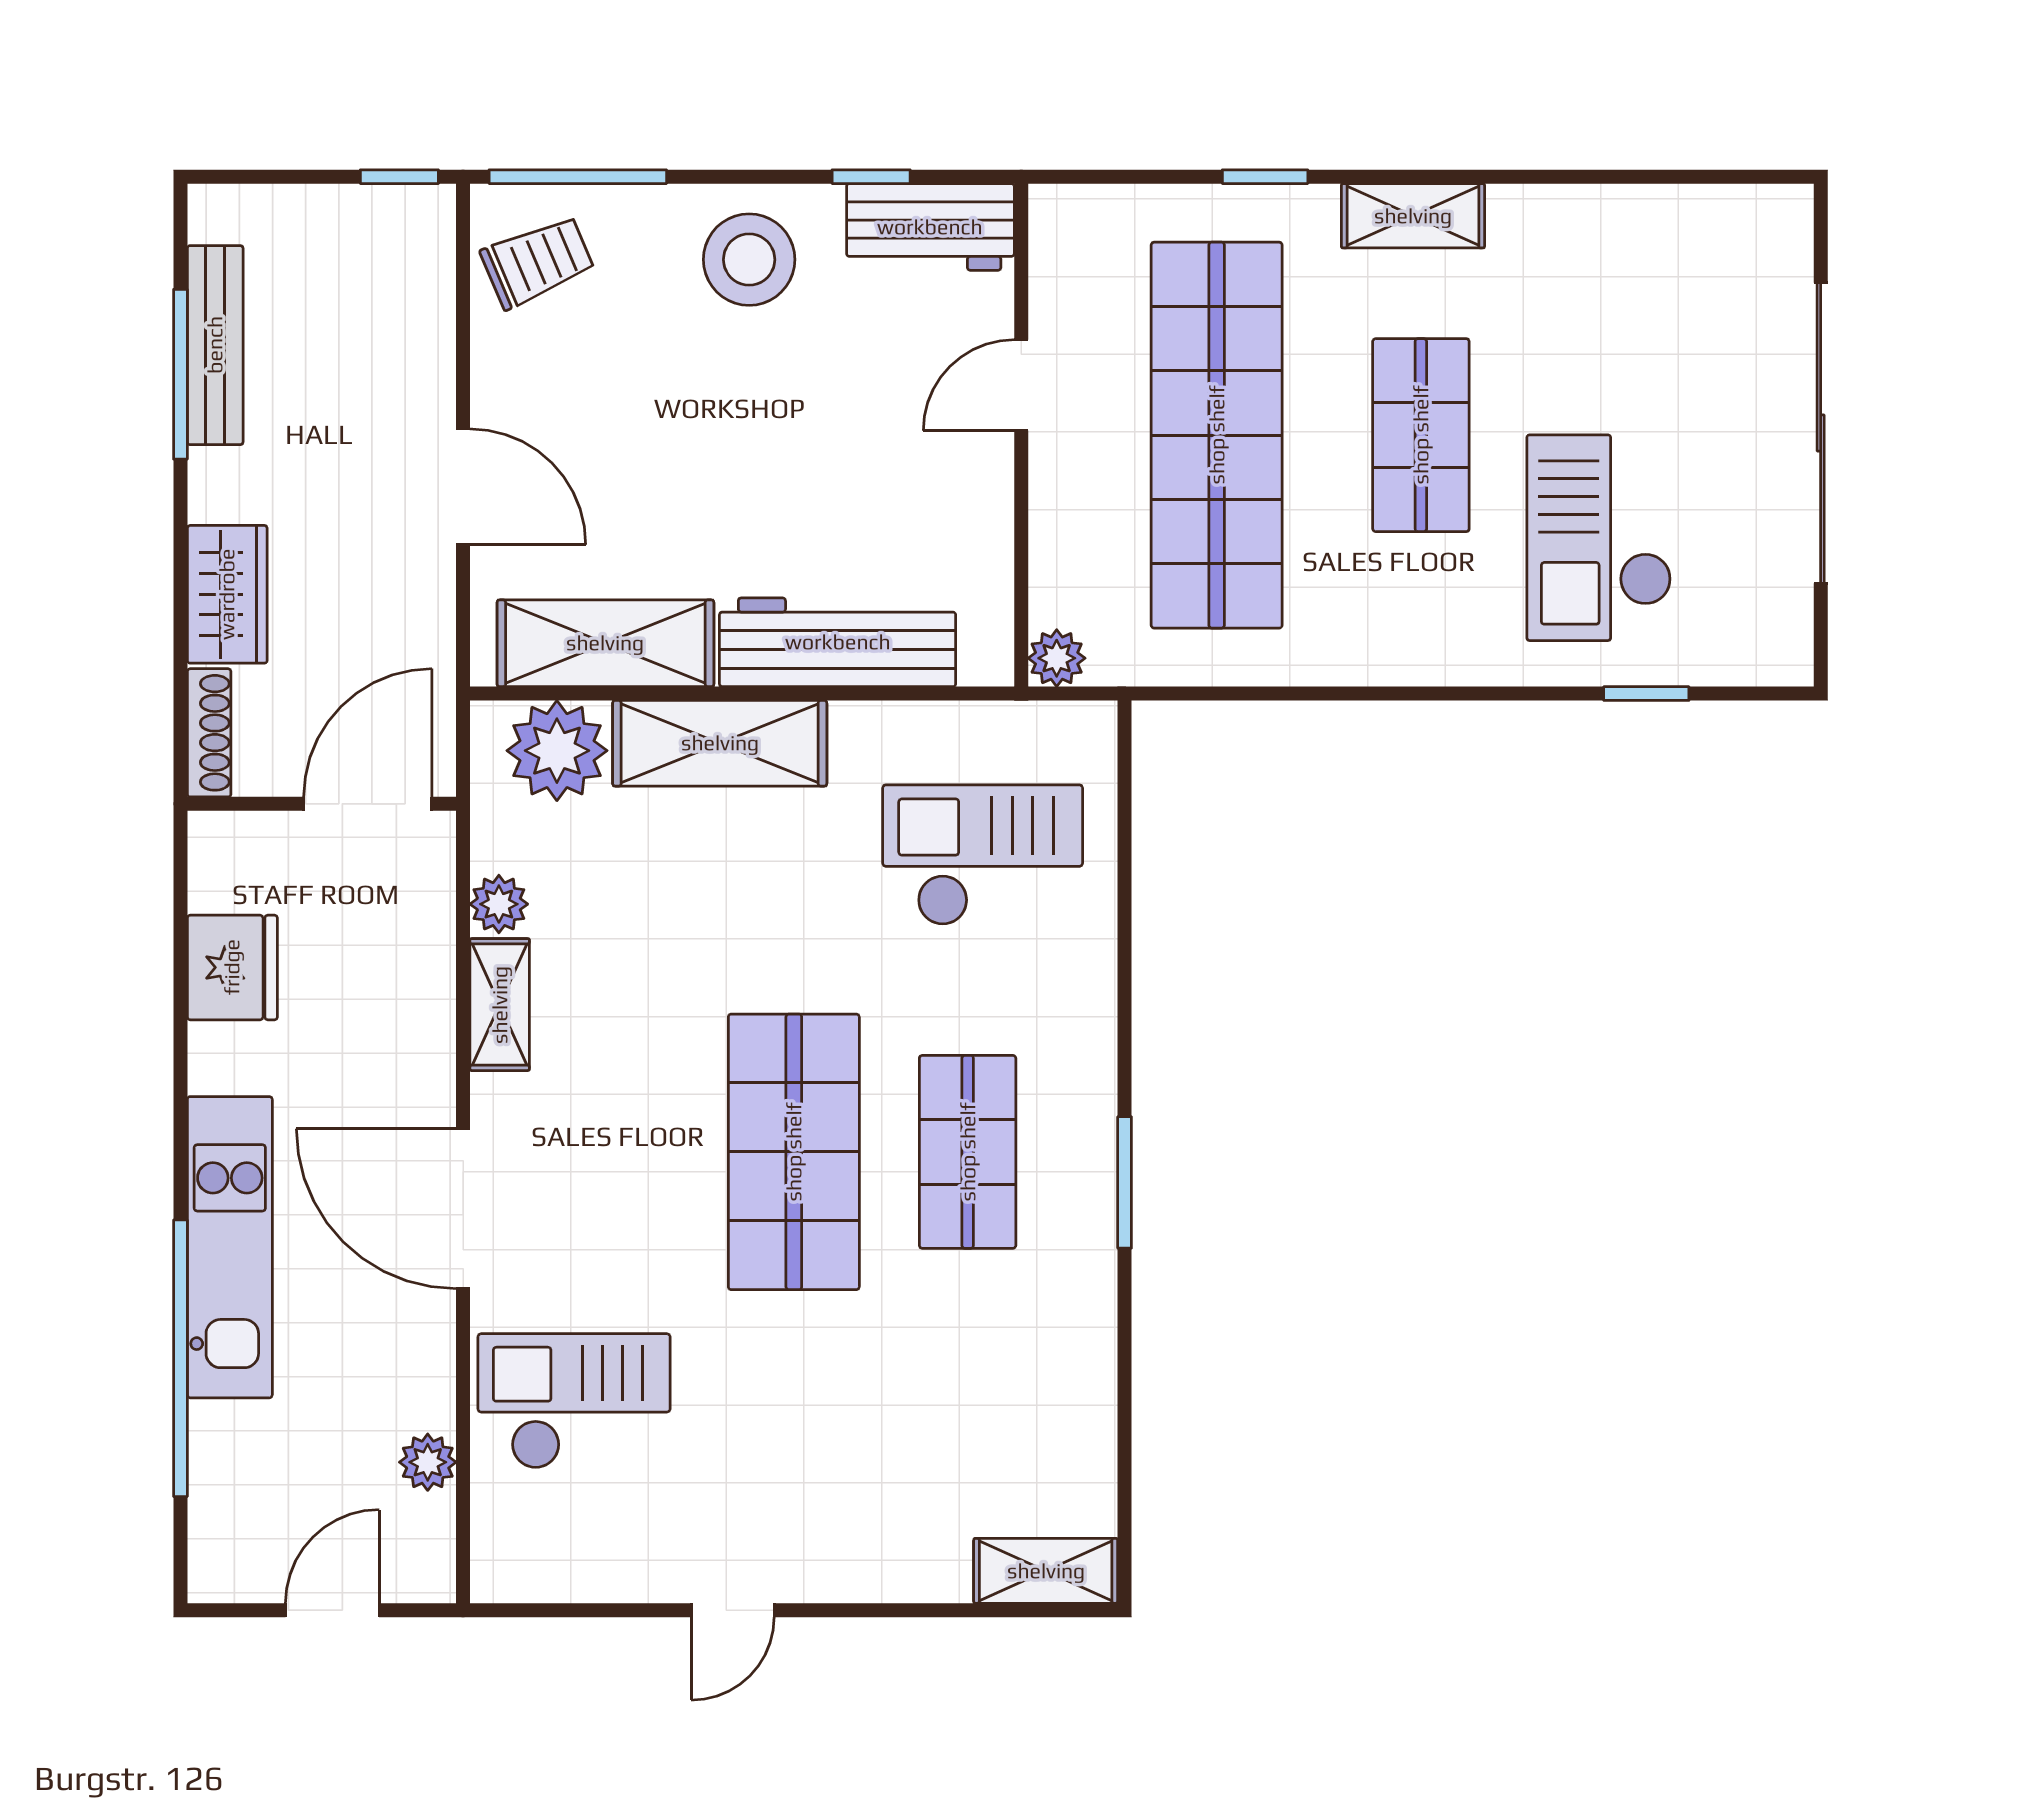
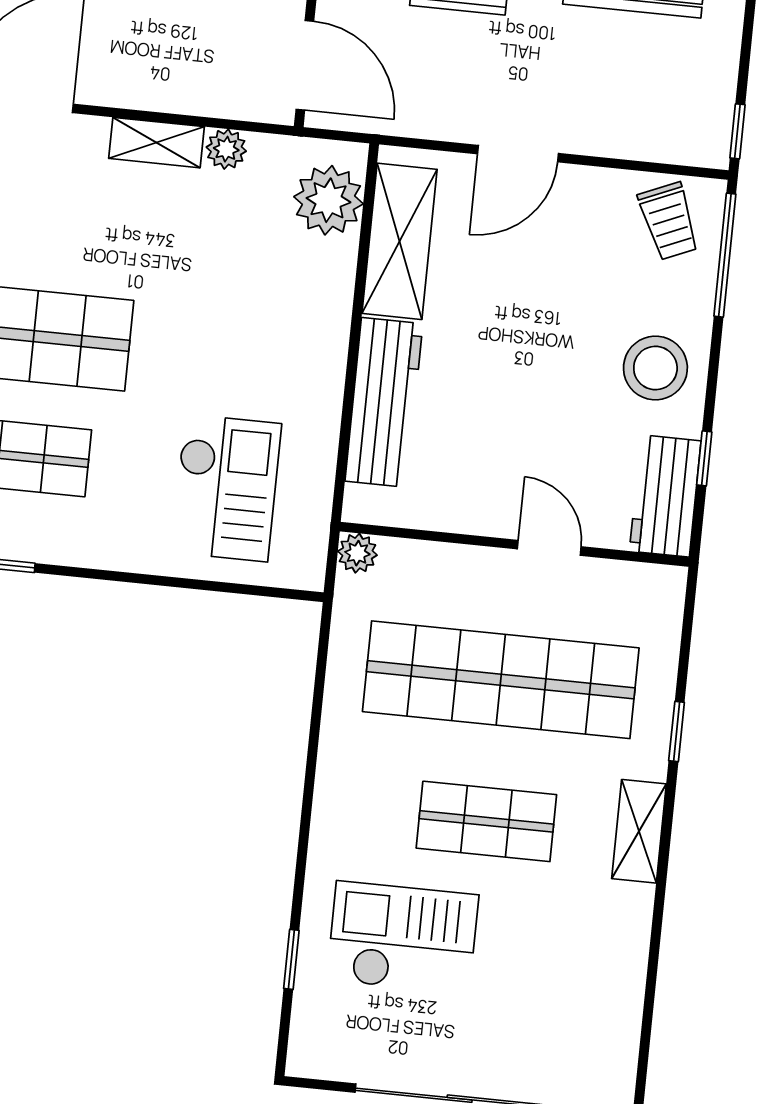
shelving: (720, 743) -> (322, 314), removed

